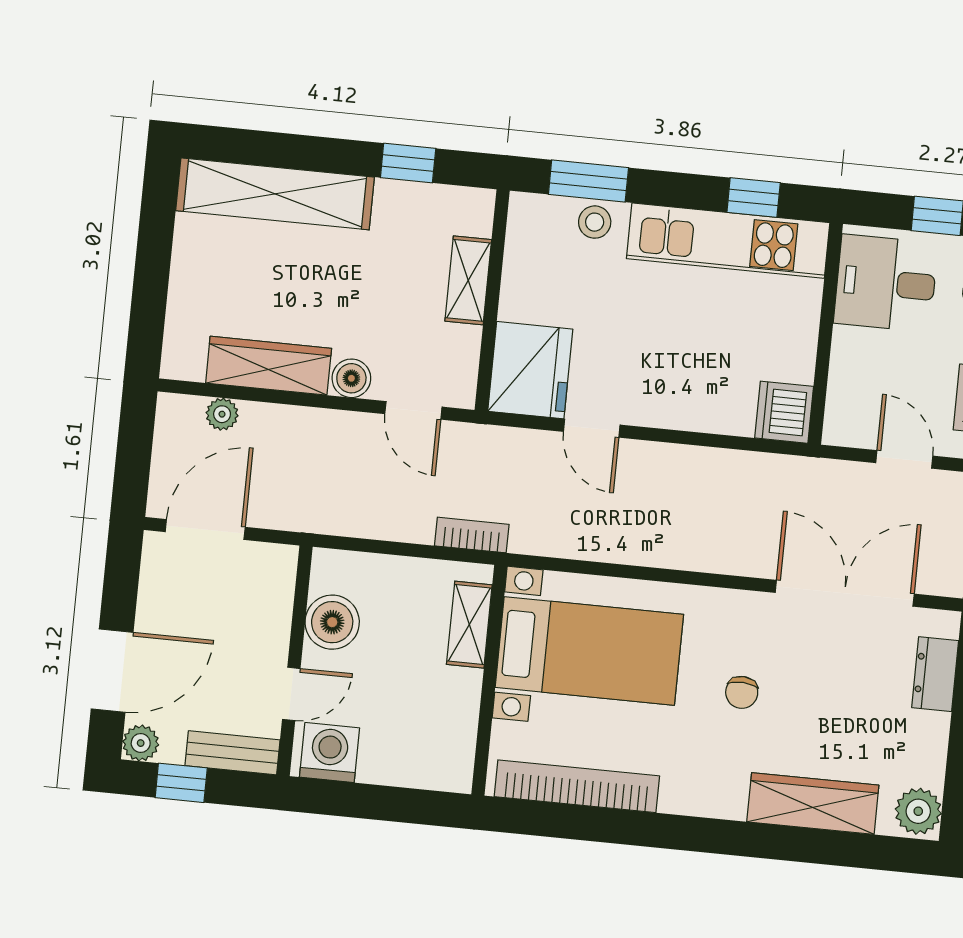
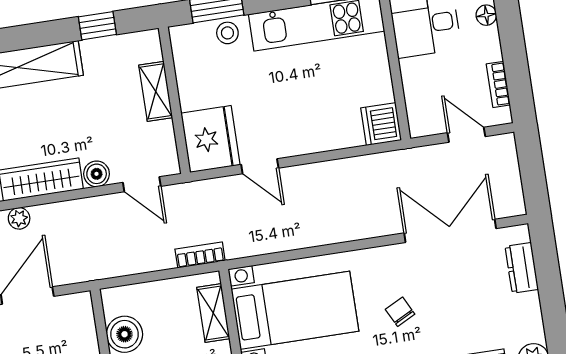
chair: (742, 692) -> (400, 312), turned 150

